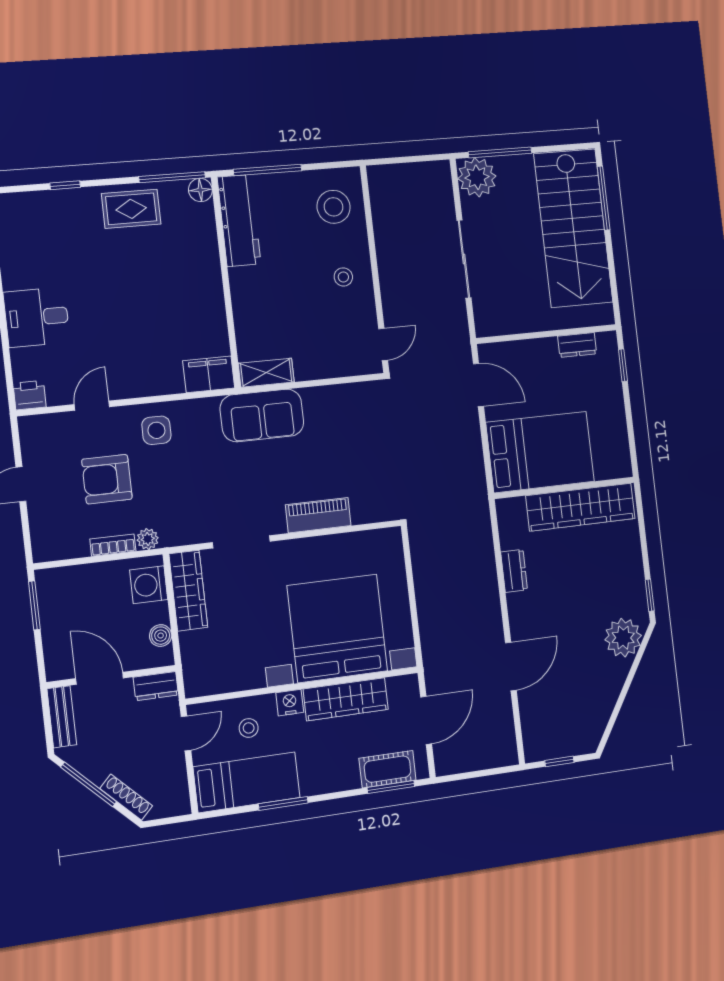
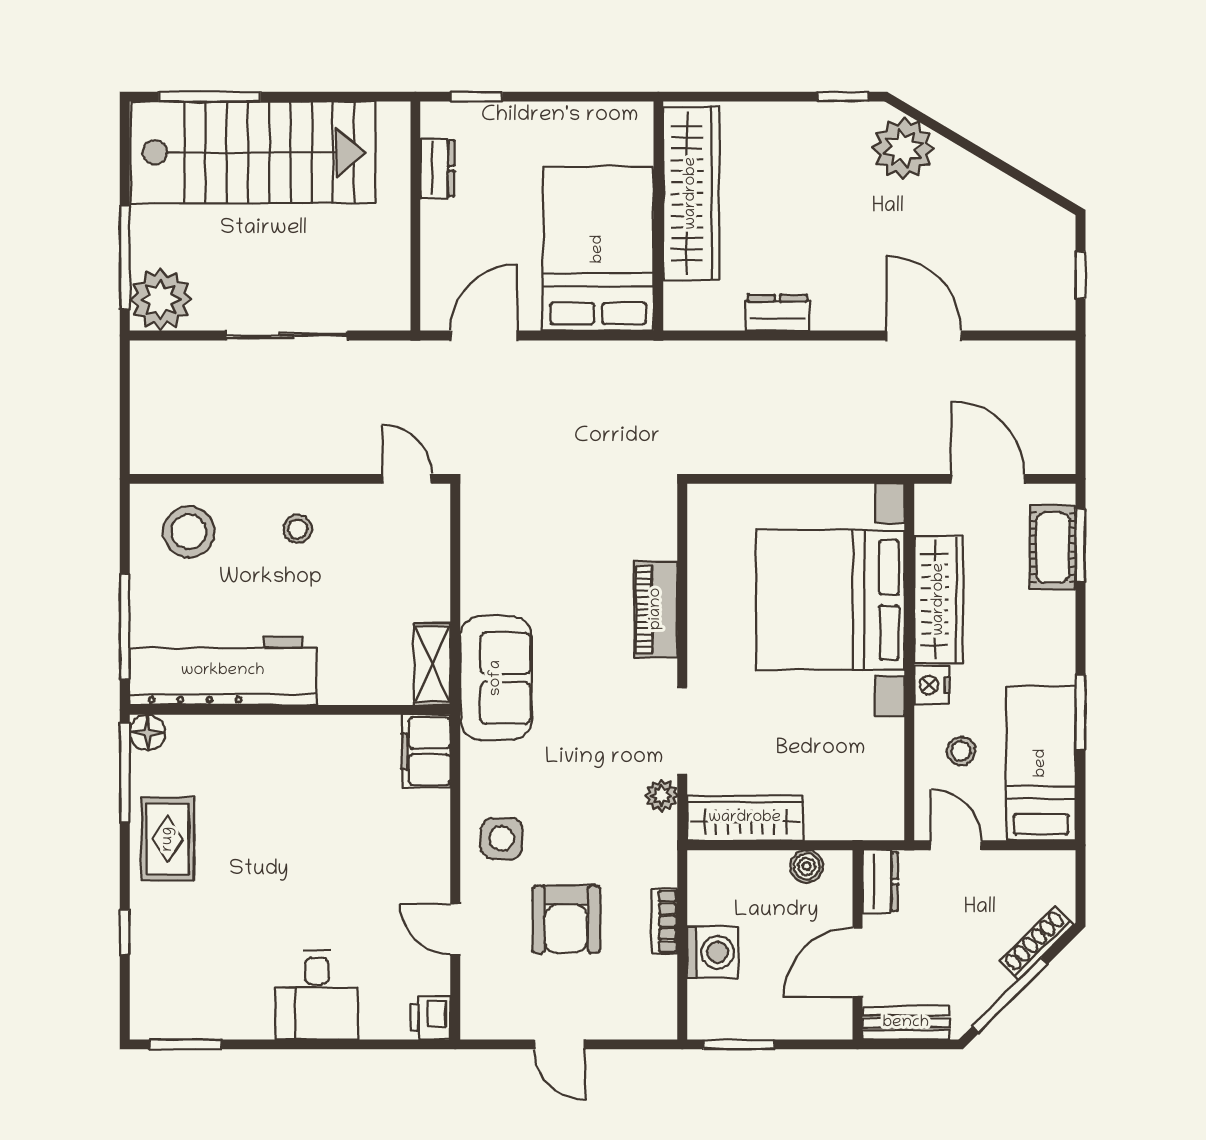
workbench: (239, 221) -> (223, 671), width x1.36, depth x1.32
plant: (148, 539) -> (661, 796), moved
washing machine: (149, 585) -> (713, 952), moved, turned -90

